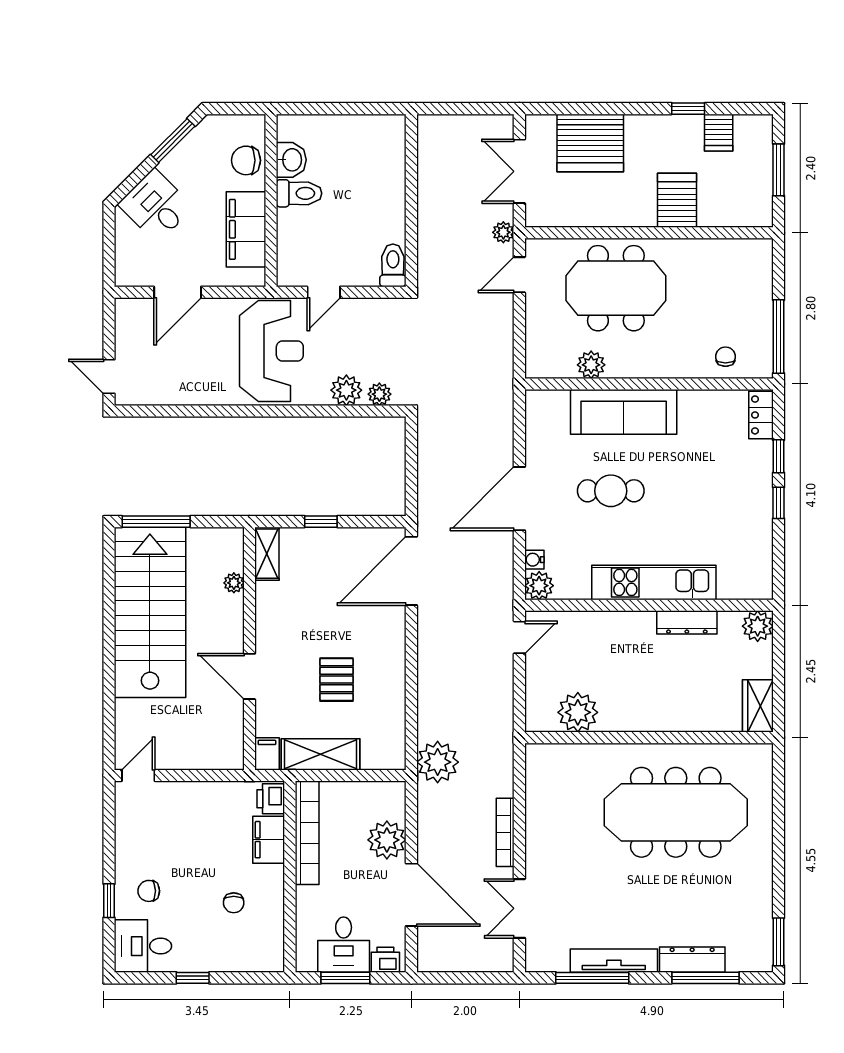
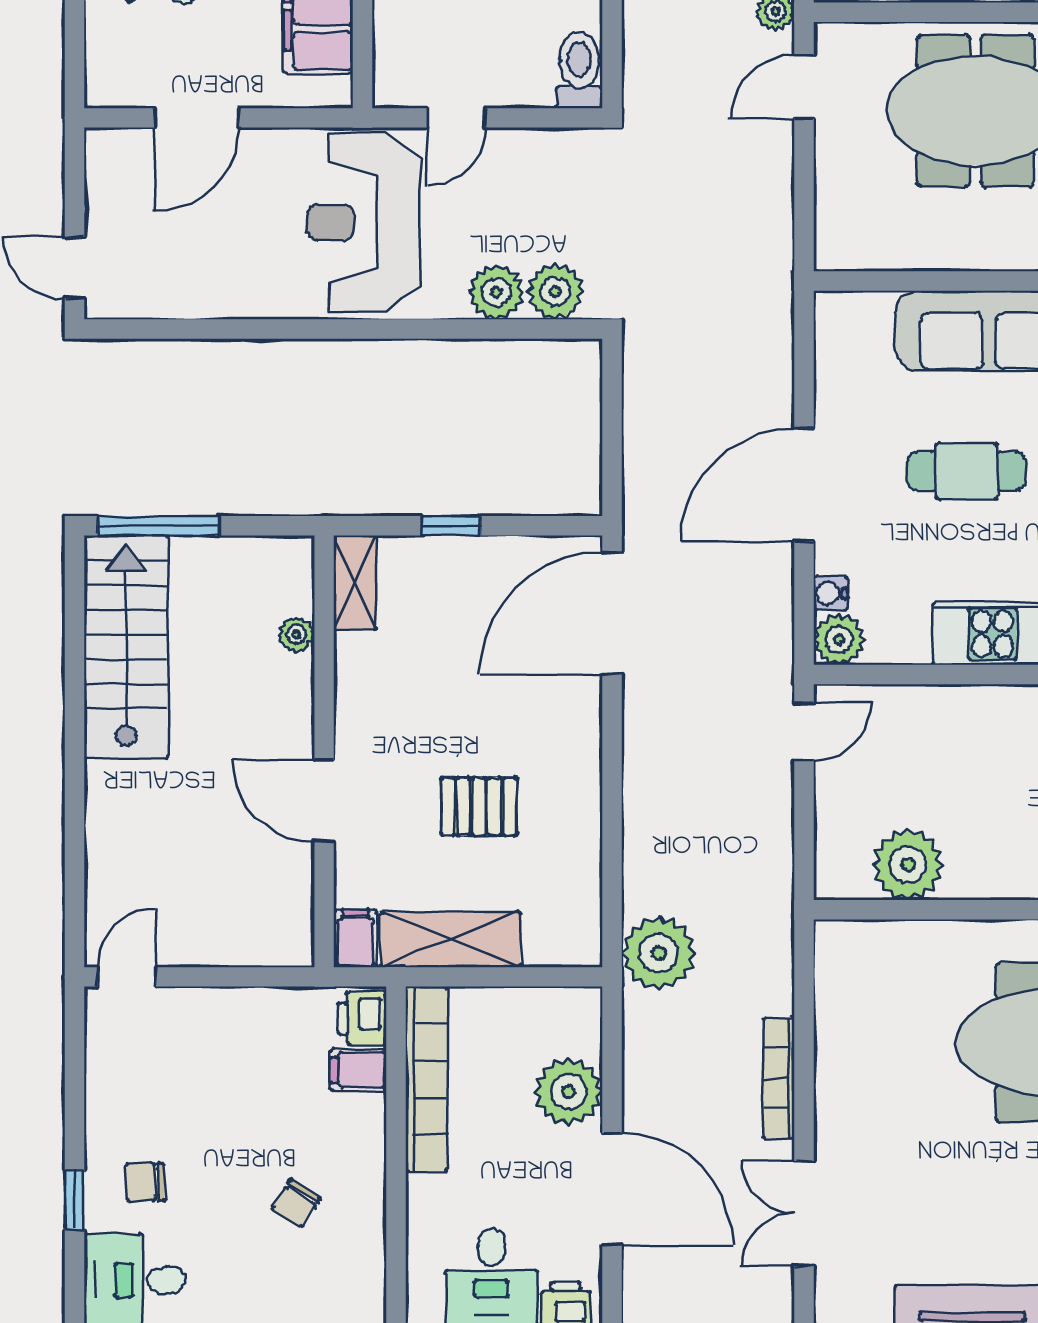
reception desk: (271, 351) -> (363, 222), turned 180
plant: (591, 365) -> (932, 247), removed
plant: (379, 394) -> (555, 292), width x1.38, depth x1.38
stairs: (150, 612) -> (126, 647), width x0.73, depth x0.66
pallet: (337, 680) -> (479, 806), turned 90
filing cabinet: (269, 840) -> (358, 1070), width x0.50
chair: (234, 903) -> (296, 1203), turned 33

